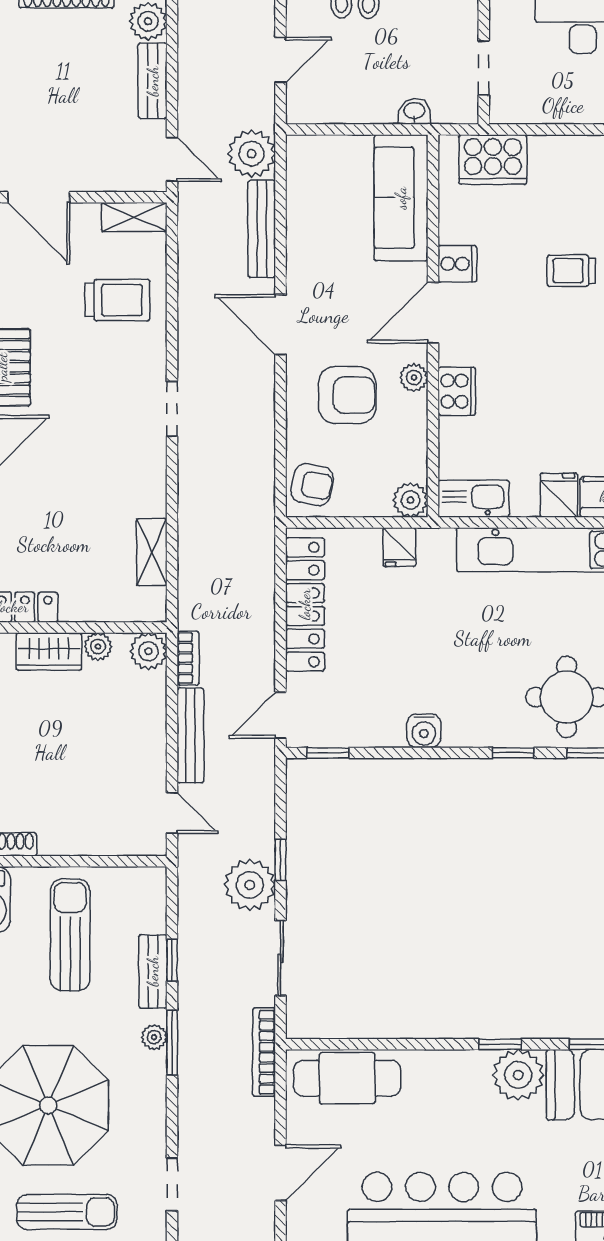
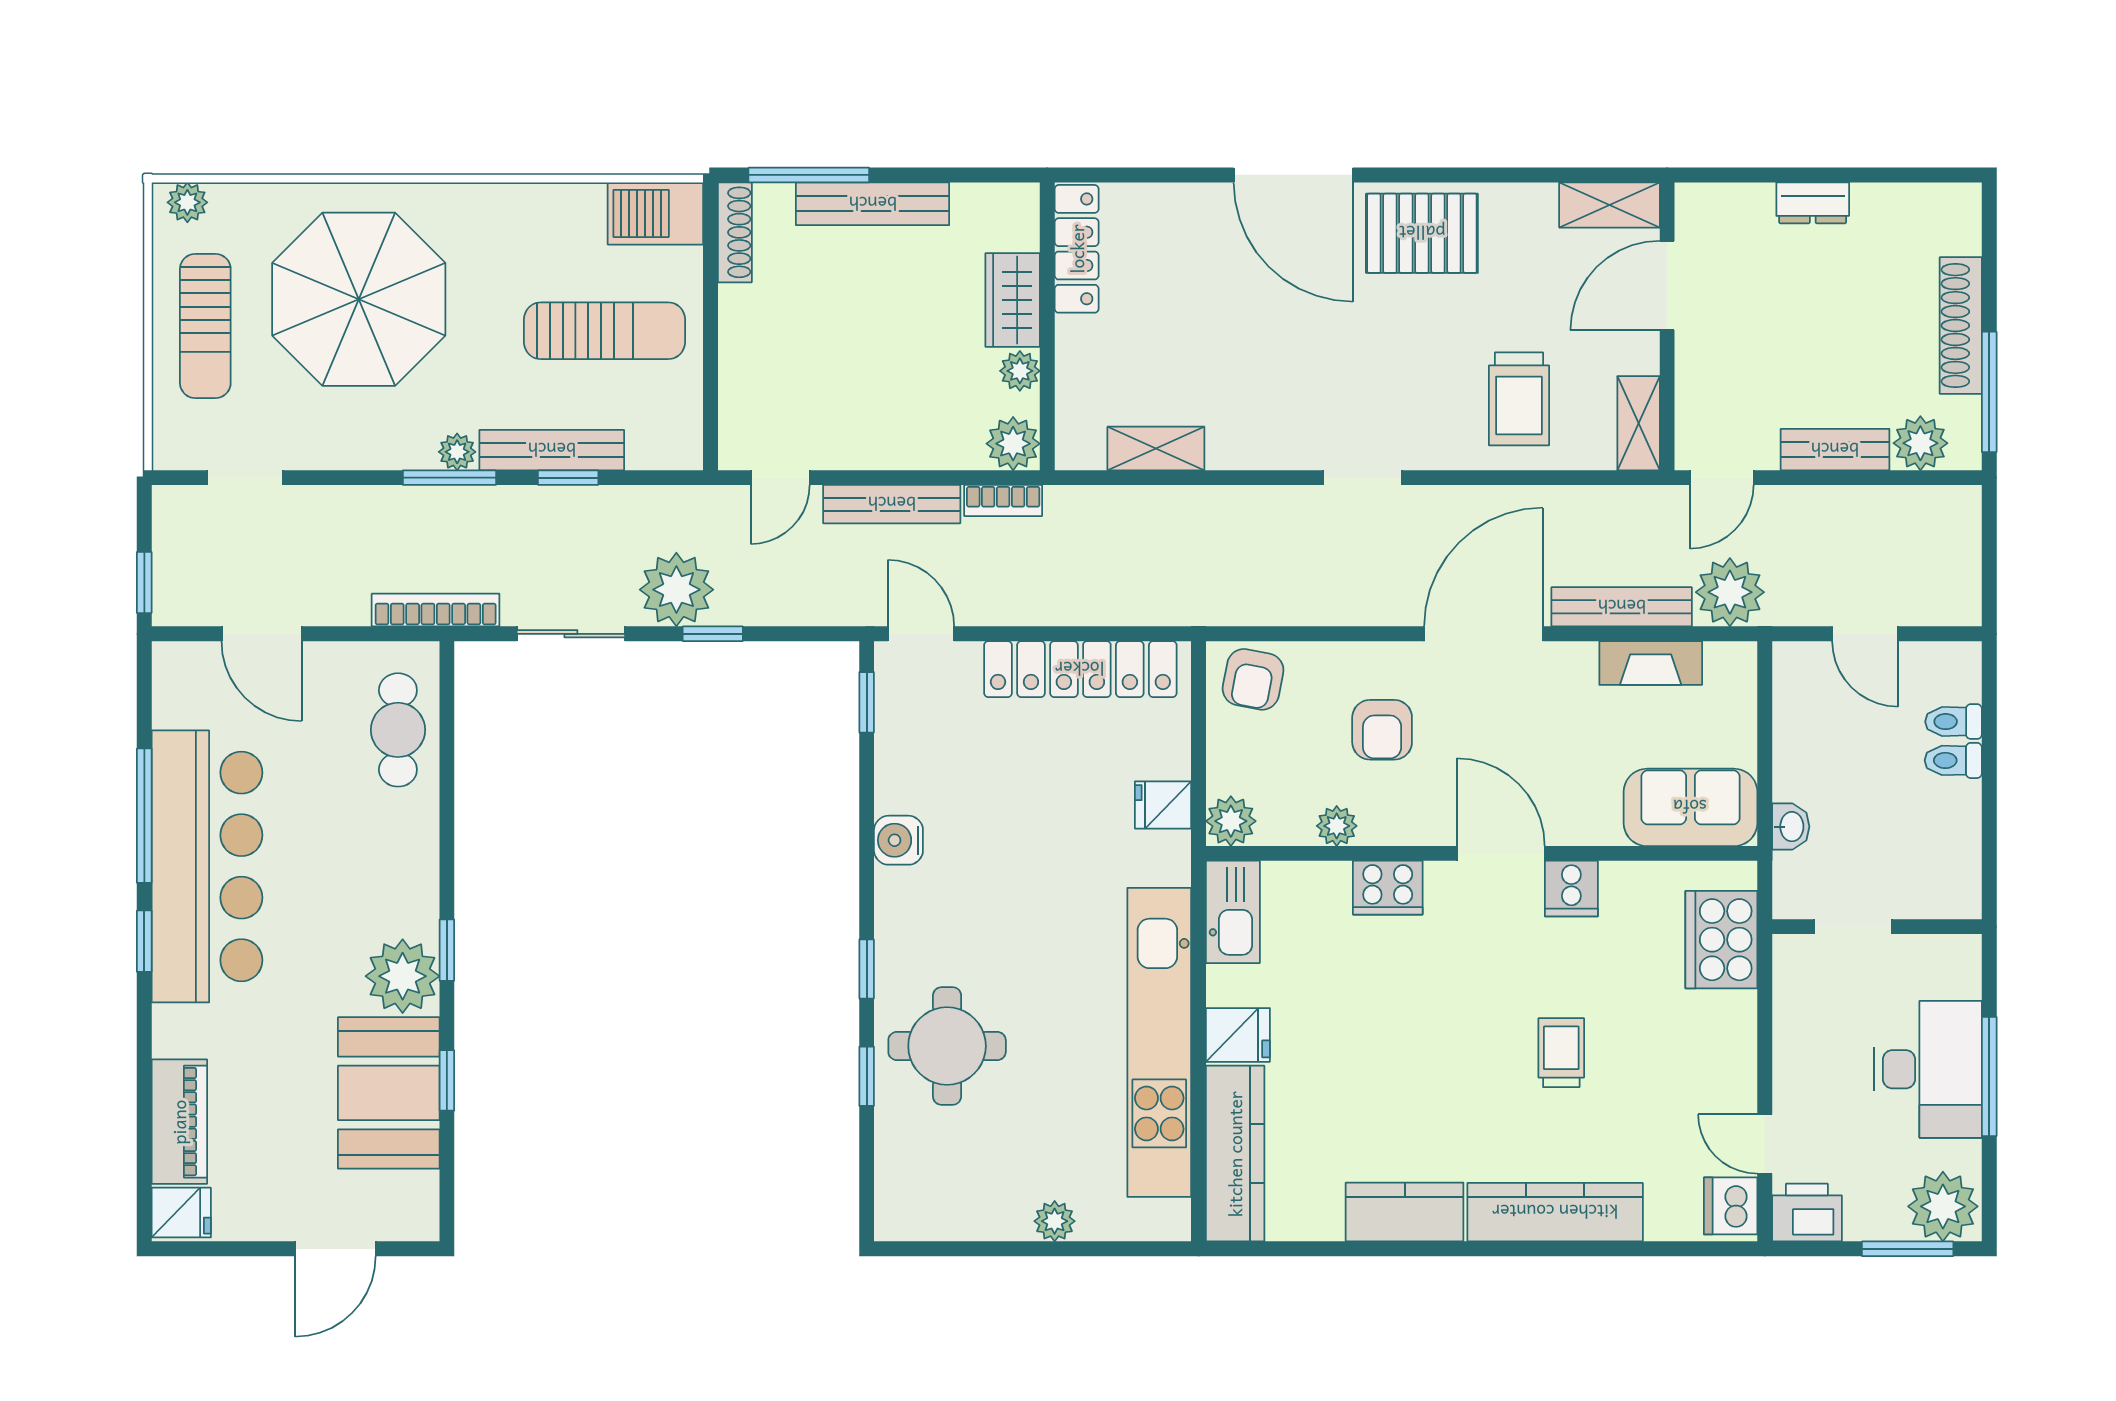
sofa: (401, 198) -> (1690, 807), width x0.73
fireplace: (301, 209) -> (1651, 663), added
door: (280, 325) -> (1483, 634), width x1.36
plant: (414, 377) -> (1337, 826), moved
armchair: (347, 395) -> (1382, 730), width x0.72, depth x0.72
bench: (153, 971) -> (552, 450), width x1.36
cafe table: (347, 1078) -> (398, 730), width x0.73, depth x0.74

